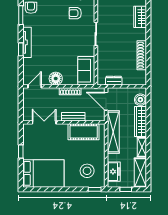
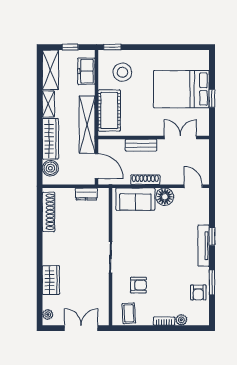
shoe rack: (142, 55) -> (49, 212), moved
sofa: (86, 71) -> (135, 199), moved, turned 90
door: (35, 86) -> (193, 186), swing flipped
double door: (44, 122) -> (180, 137), swing flipped
cot: (84, 132) -> (109, 110), moved, turned 90
bed: (43, 173) -> (181, 89), moved

